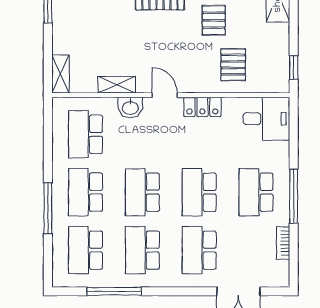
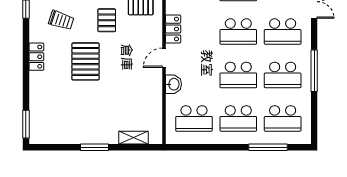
pallet: (214, 20) -> (107, 20), turned 90
shelving: (60, 74) -> (133, 138), moved
shelving: (117, 85) -> (156, 95), removed
window: (48, 208) -> (268, 147), moved
window: (114, 291) -> (314, 71), moved

